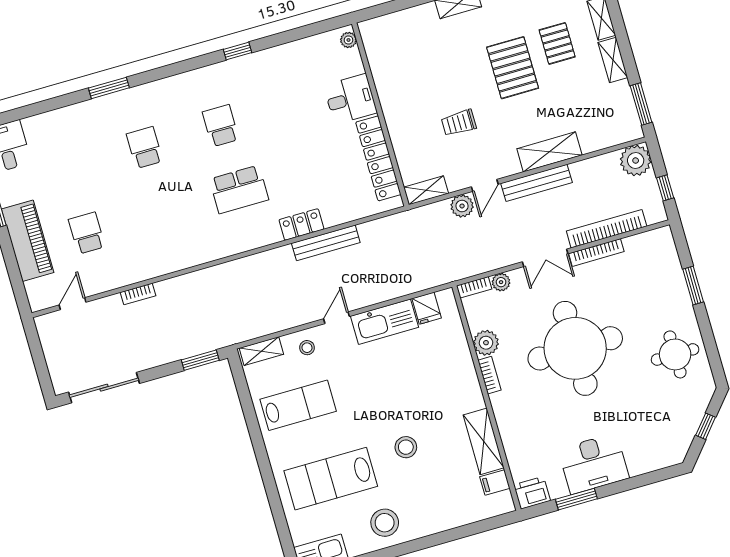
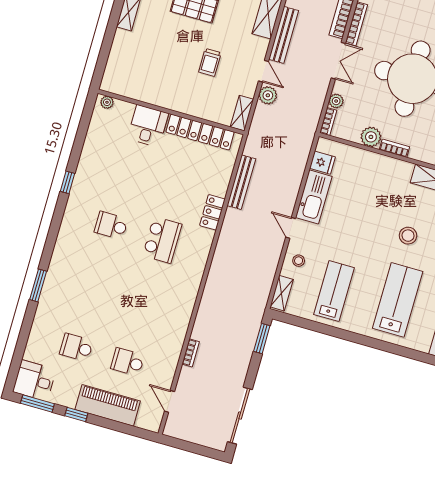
school desk: (145, 148) -> (76, 347), moved
bench: (326, 243) -> (241, 182), moved
lab bench: (331, 479) -> (398, 300), turned 180

